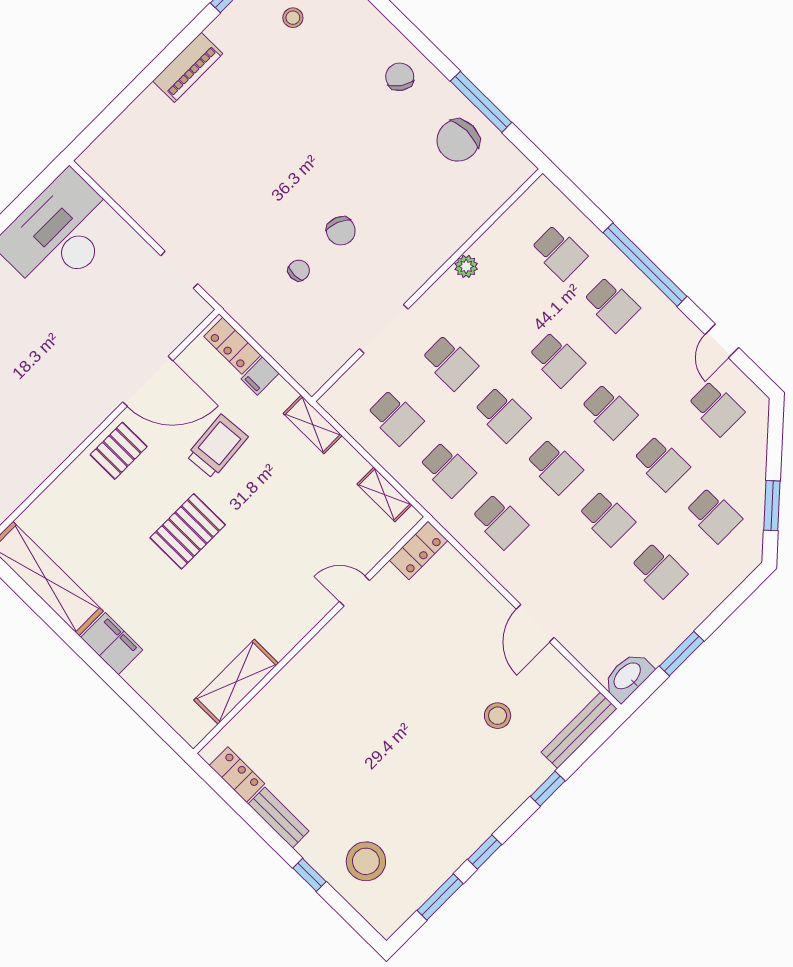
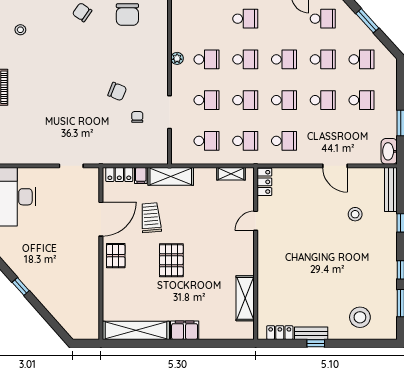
school desk: (559, 252) -> (207, 59), moved
chair: (299, 270) -> (137, 117), moved
shelving: (313, 424) -> (171, 176), width x1.50, depth x1.33
window: (772, 506) -> (367, 21), moved
window: (310, 875) -> (316, 343), moved

